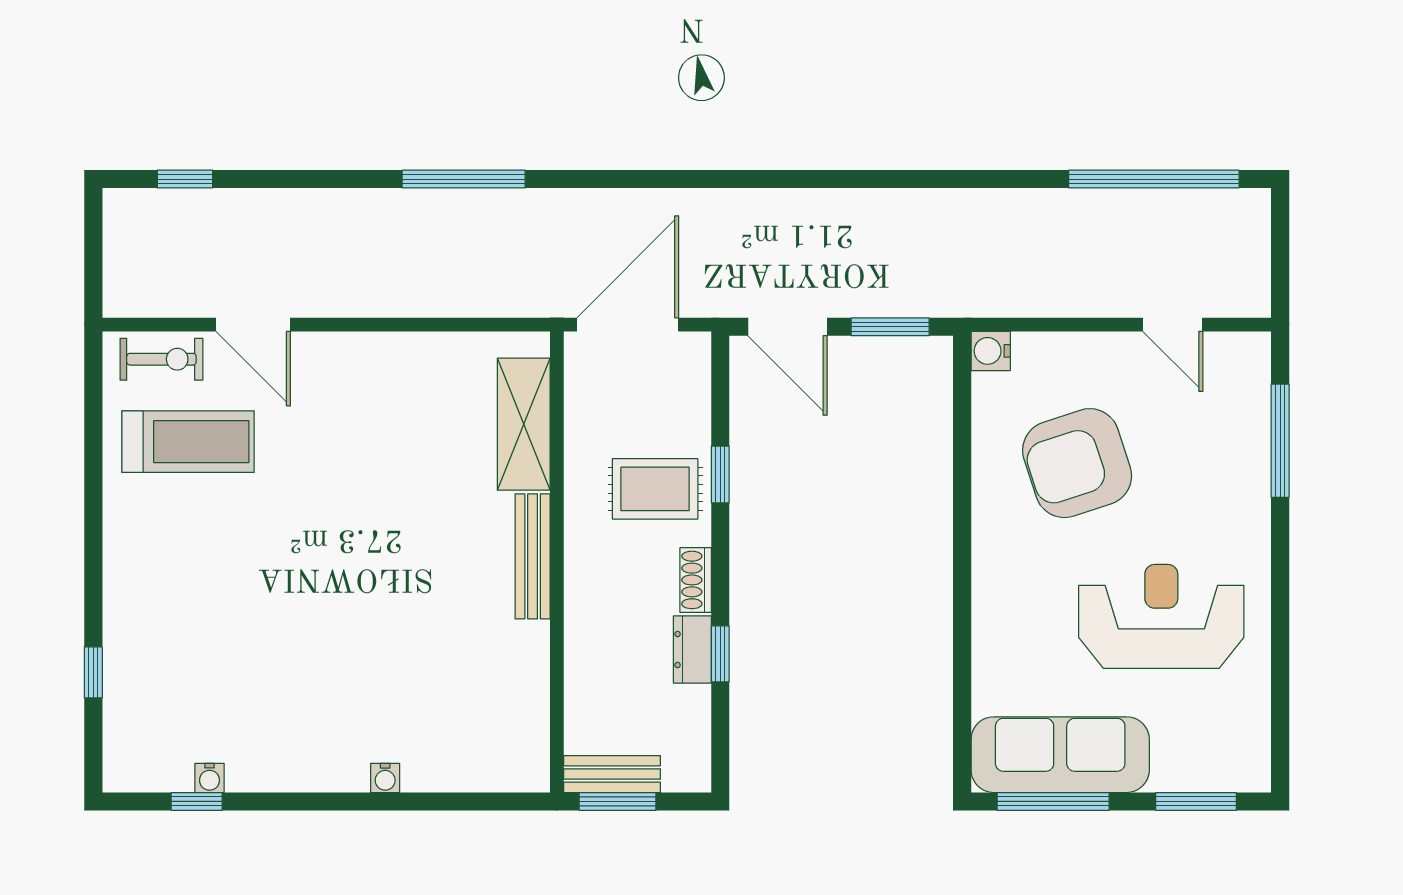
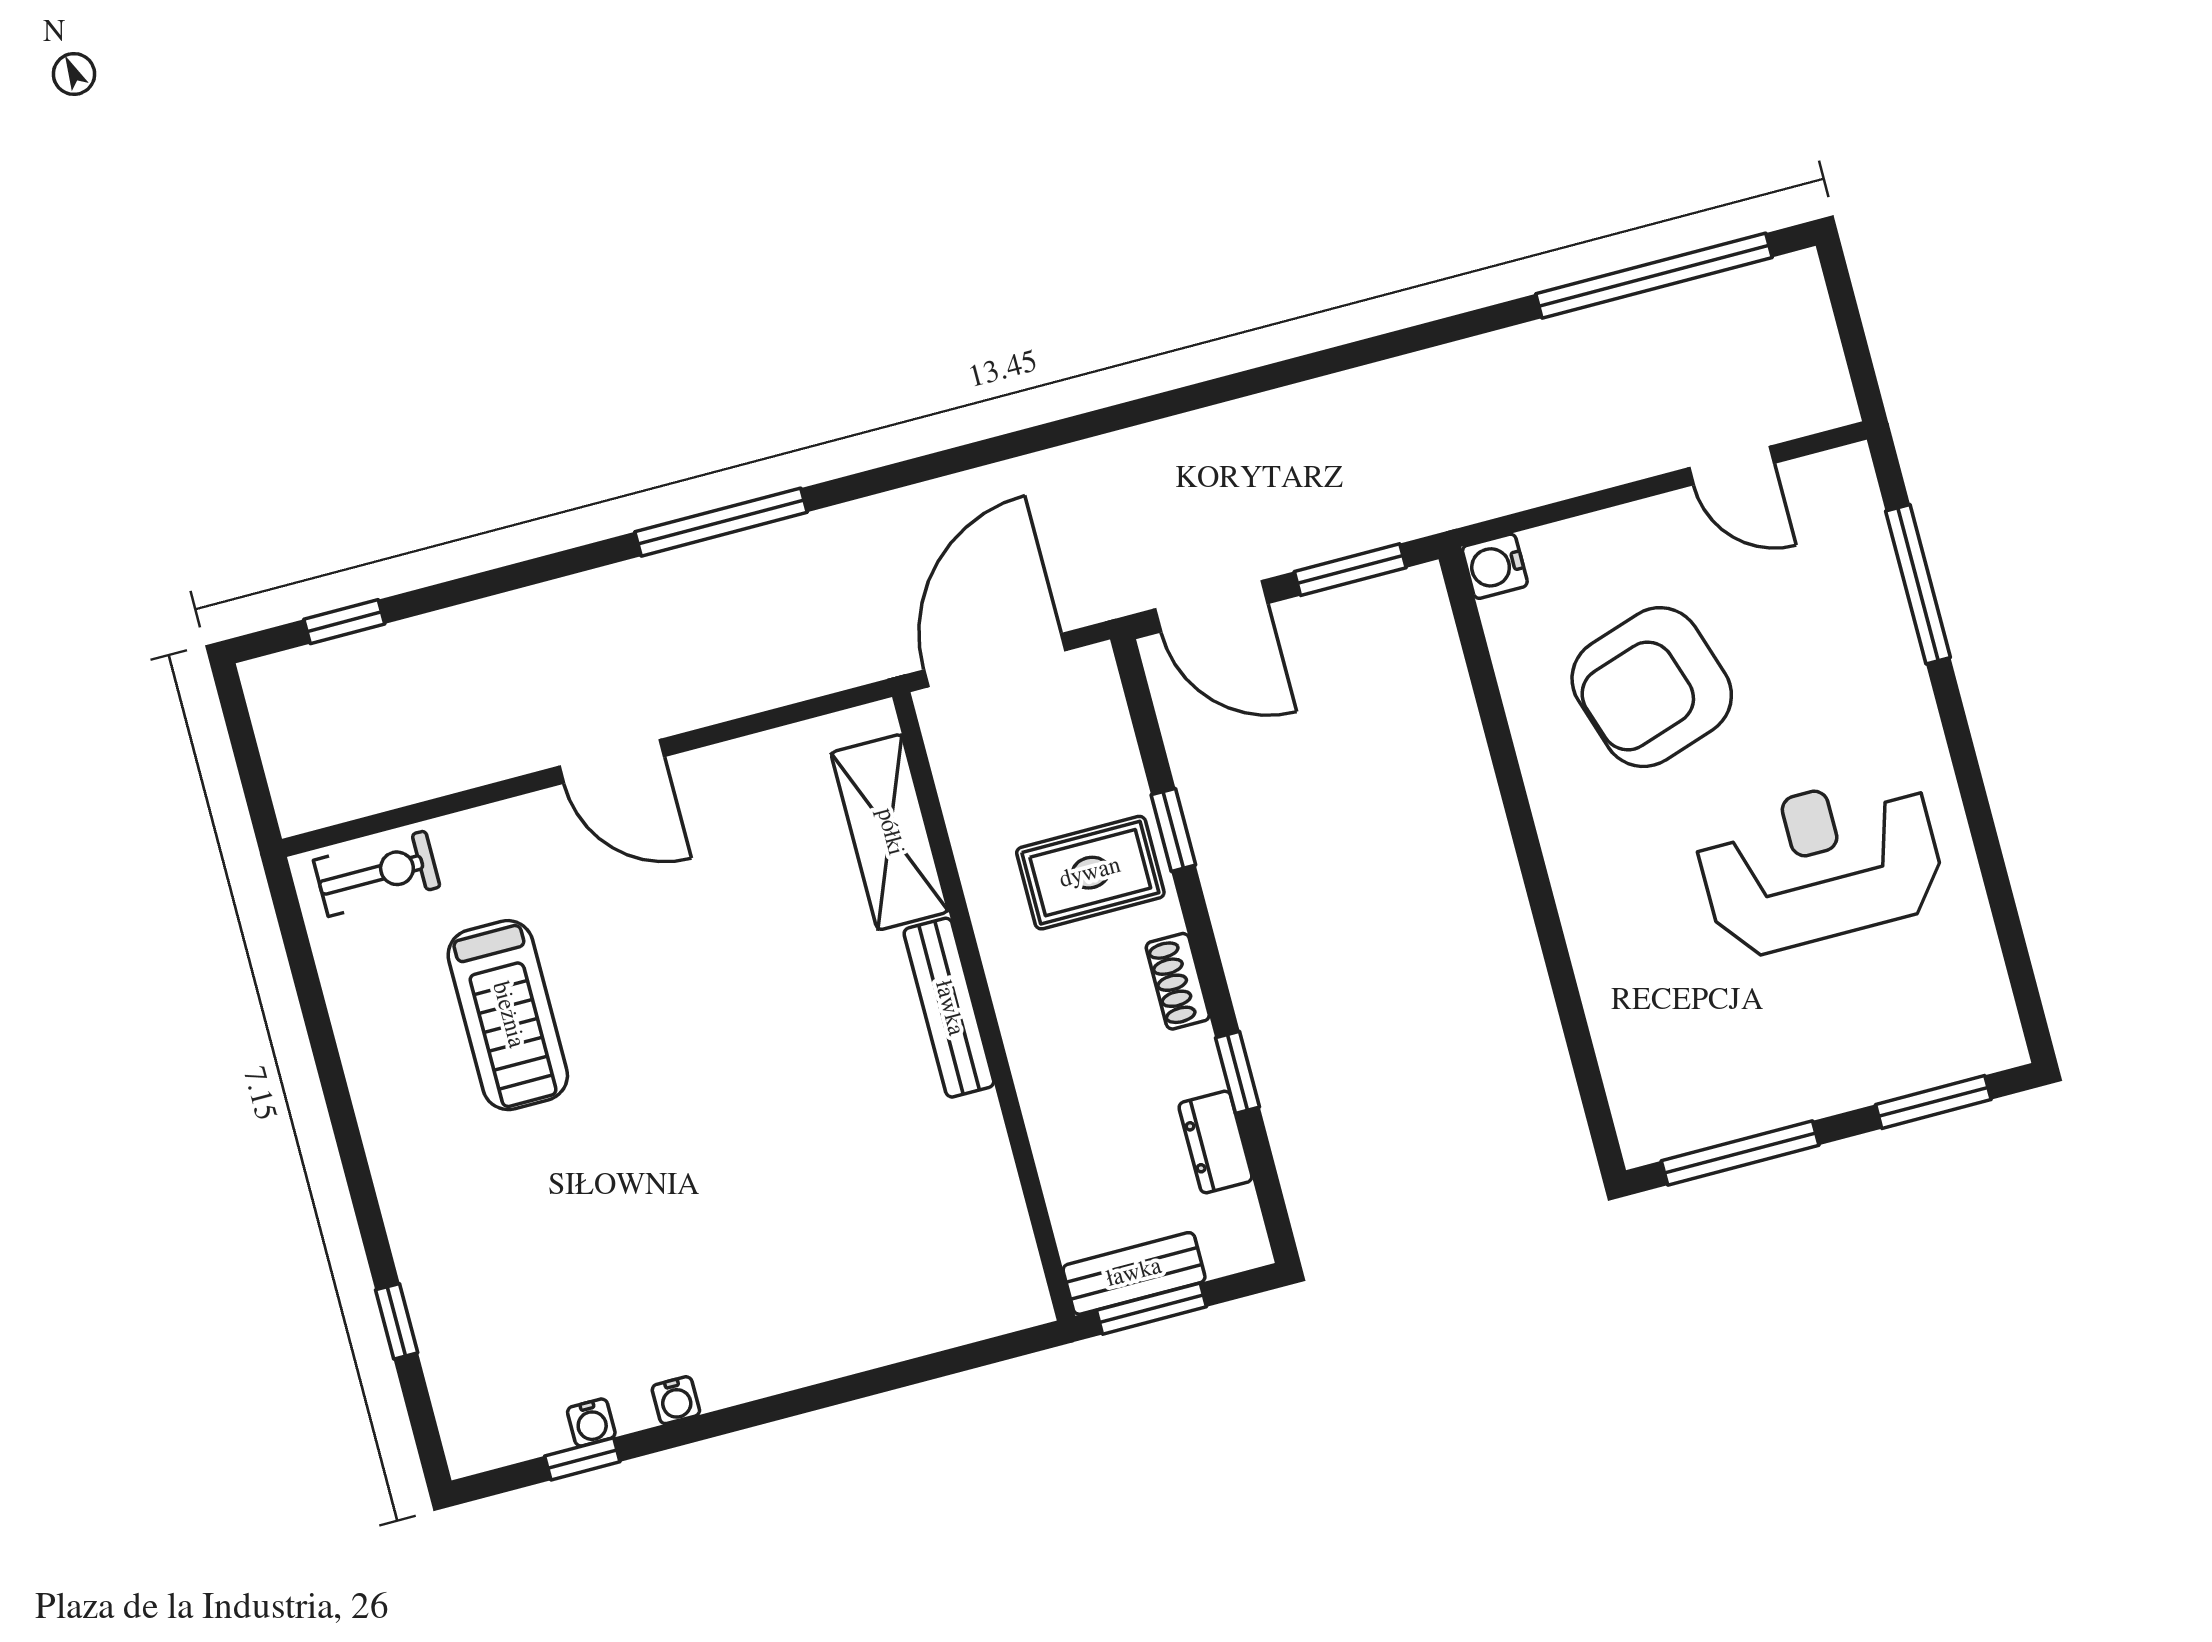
door: (253, 325) -> (612, 761), moved
treadmill: (188, 442) -> (508, 1015), moved, turned 90
dresser: (692, 650) -> (1216, 1142), moved
sofa: (1060, 755) -> (1733, 1087), removed
water cooler: (385, 778) -> (676, 1400), moved

